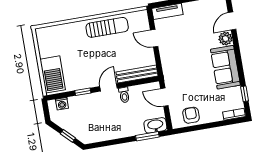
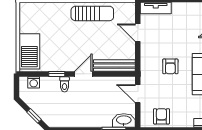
armchair: (191, 65) -> (170, 66), added
toilet: (124, 95) -> (65, 84), moved

